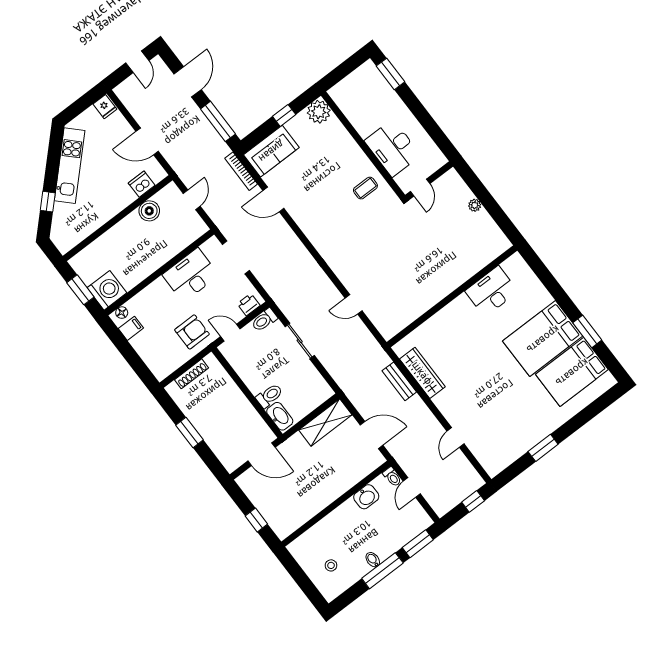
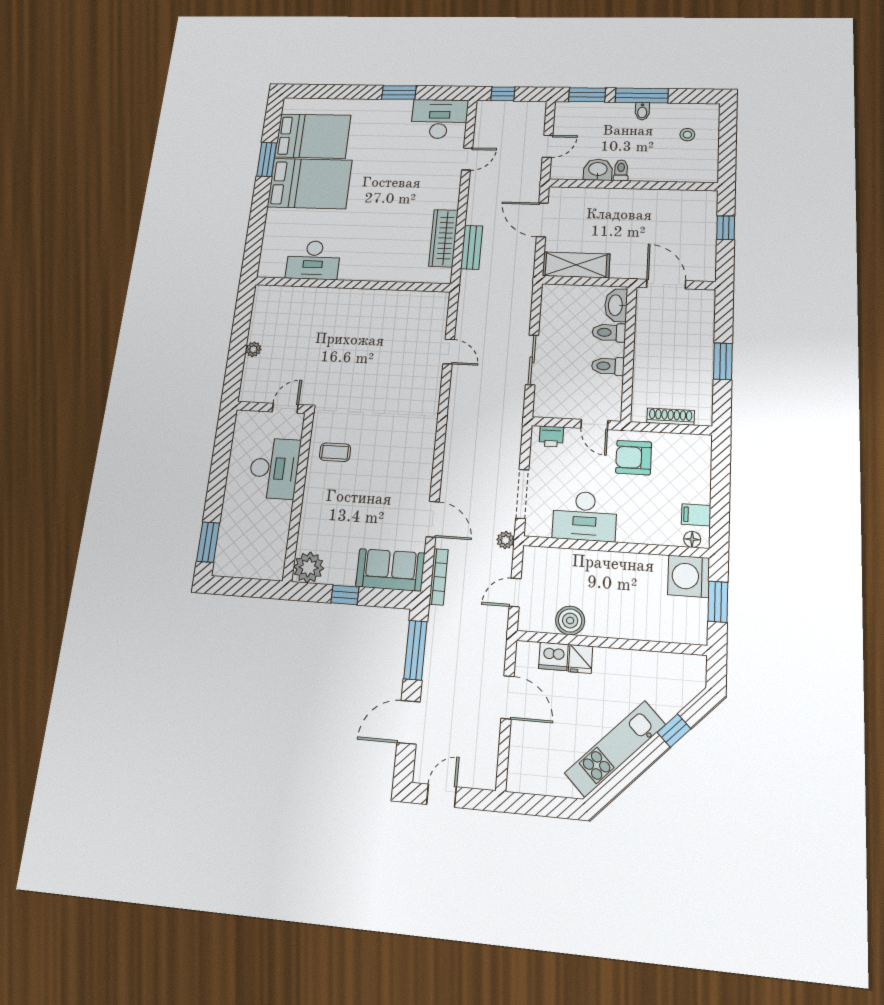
fridge: (105, 107) -> (581, 659), moved, turned 180
plant: (222, 224) -> (505, 540), added
toilet: (264, 320) -> (608, 366), moved, turned 180
desk: (499, 451) -> (439, 119), added
toilet: (392, 477) -> (621, 170), moved

